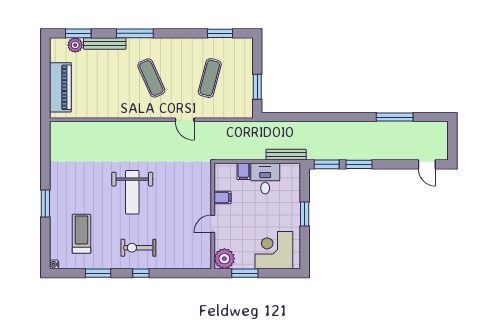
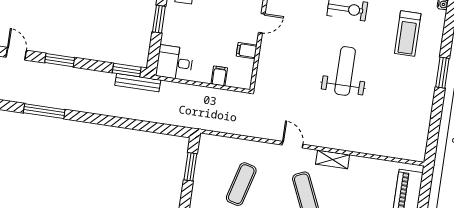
shelving: (132, 112) -> (333, 159), added
door: (185, 120) -> (292, 145), moved
bench: (286, 155) -> (138, 83), moved
window: (359, 164) -> (60, 60), moved
desk: (265, 178) -> (175, 63), moved, turned 90

